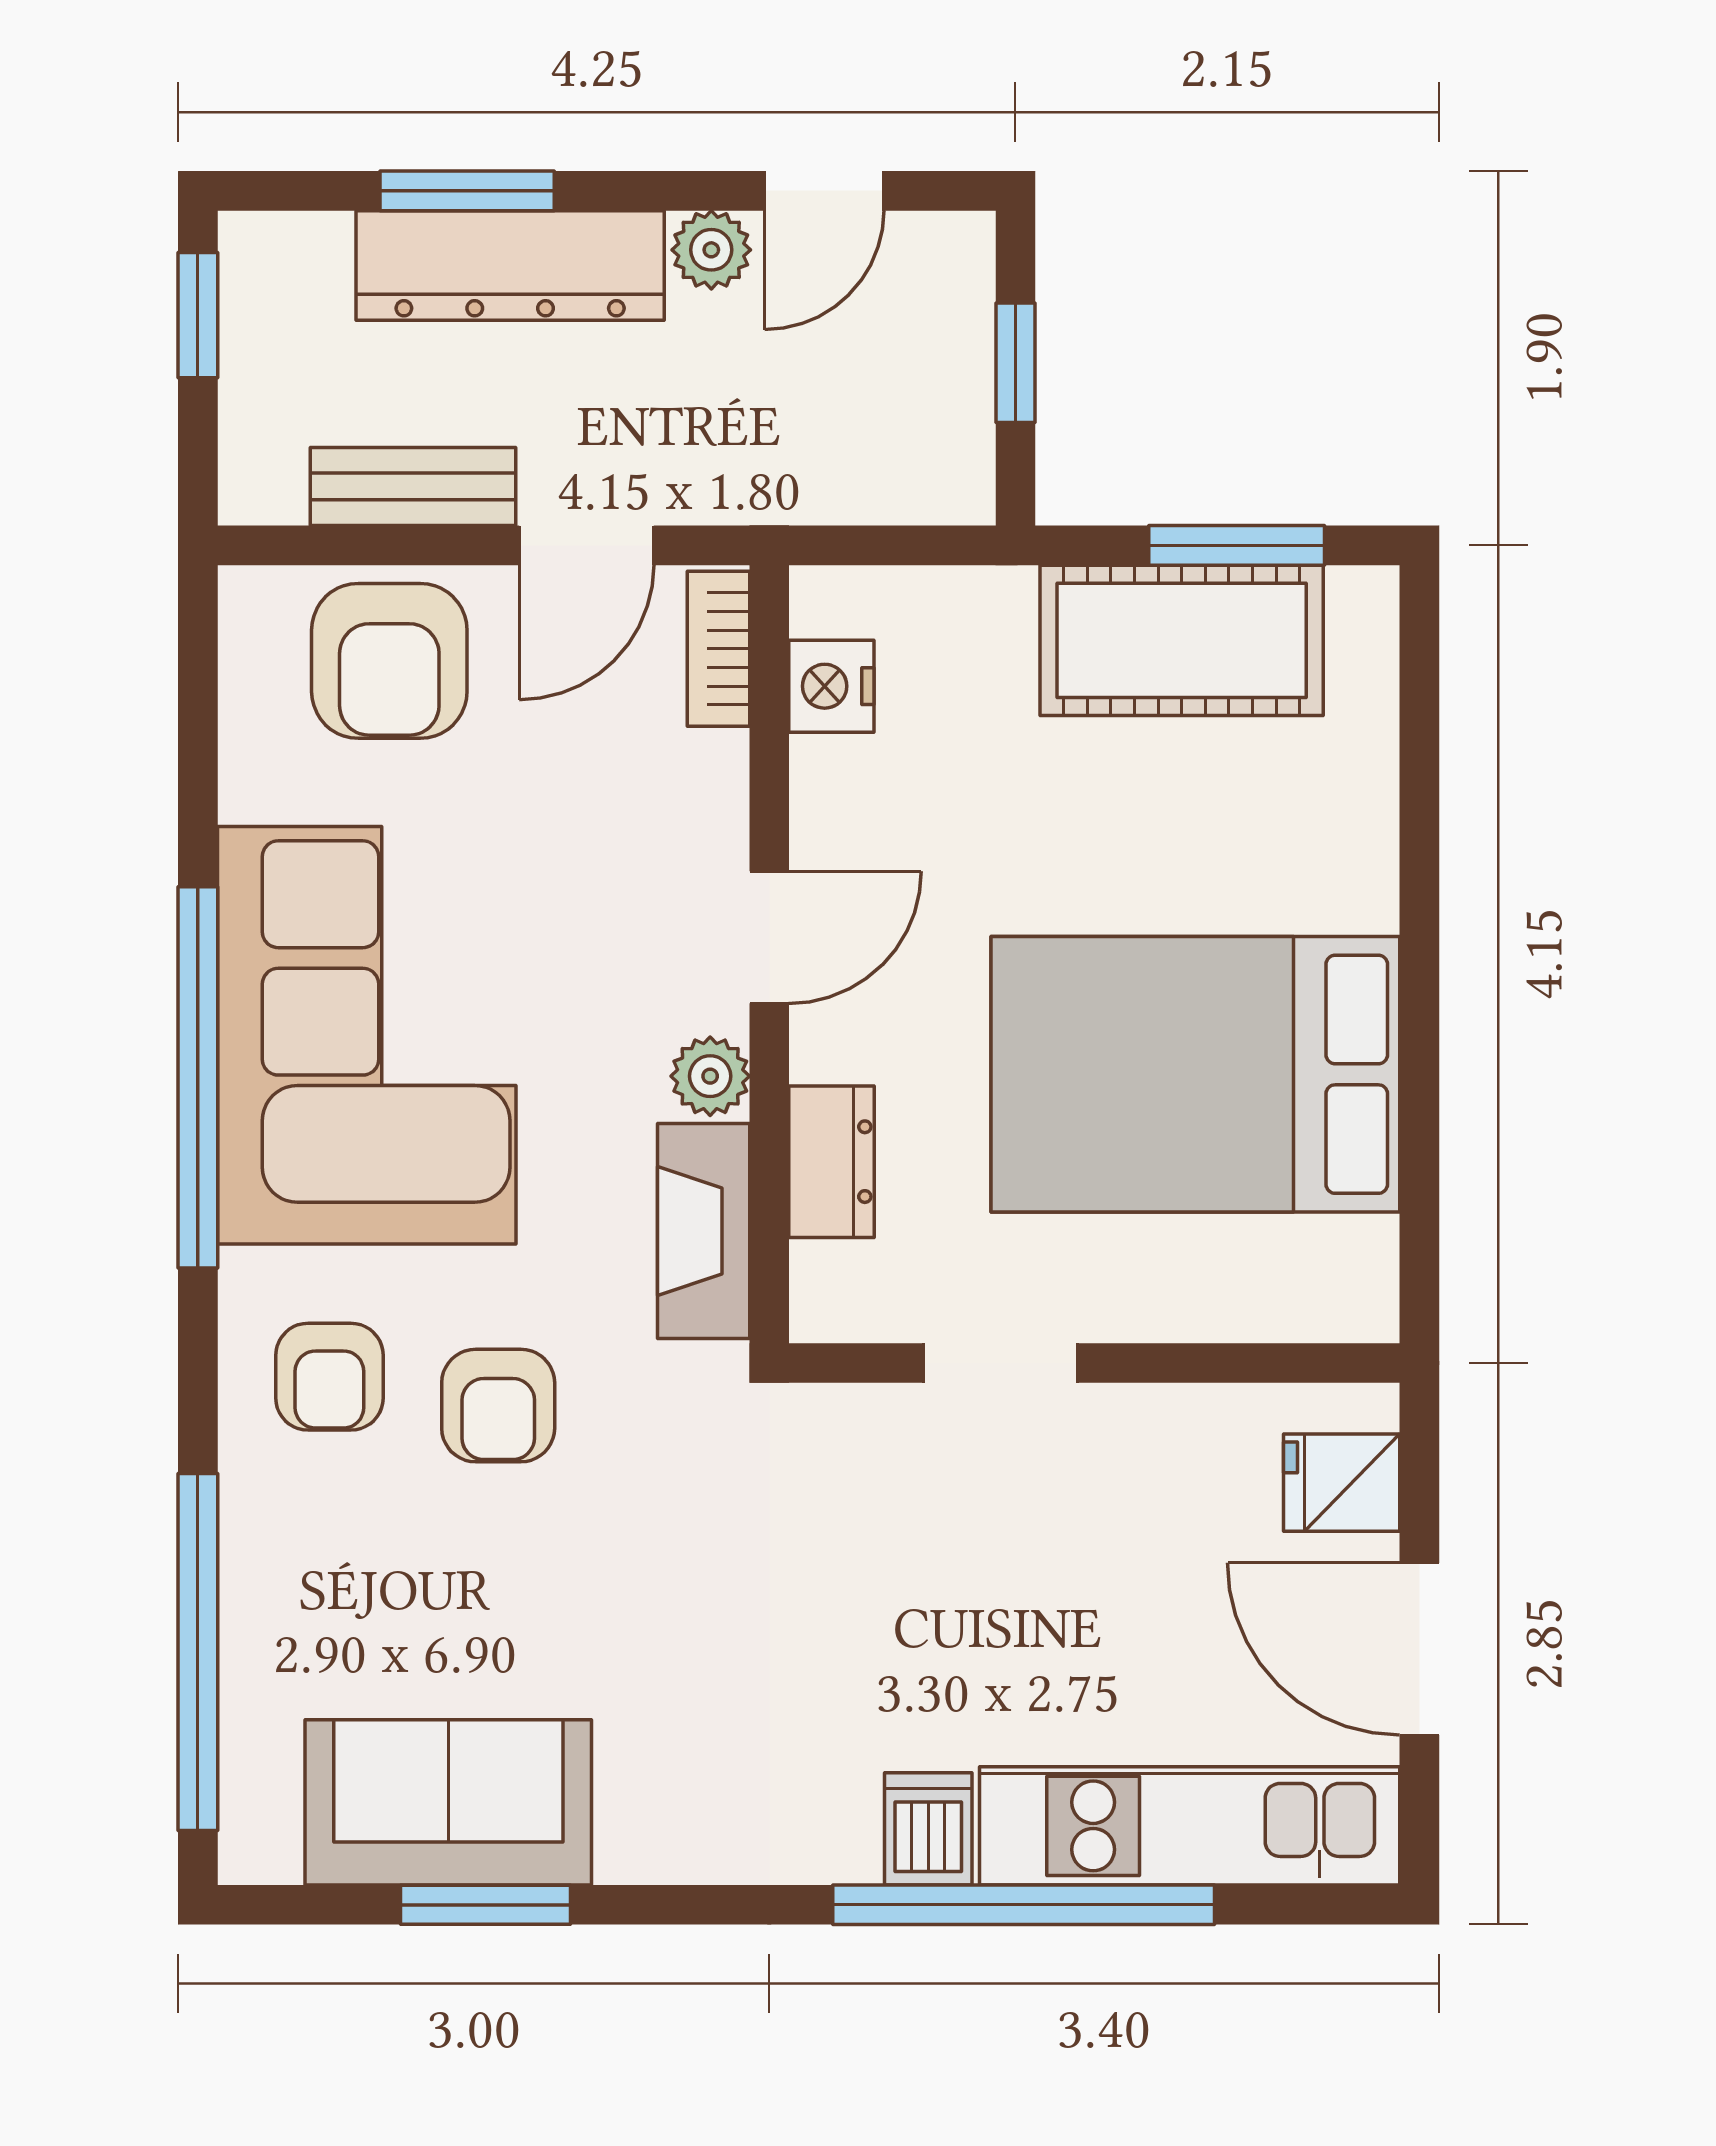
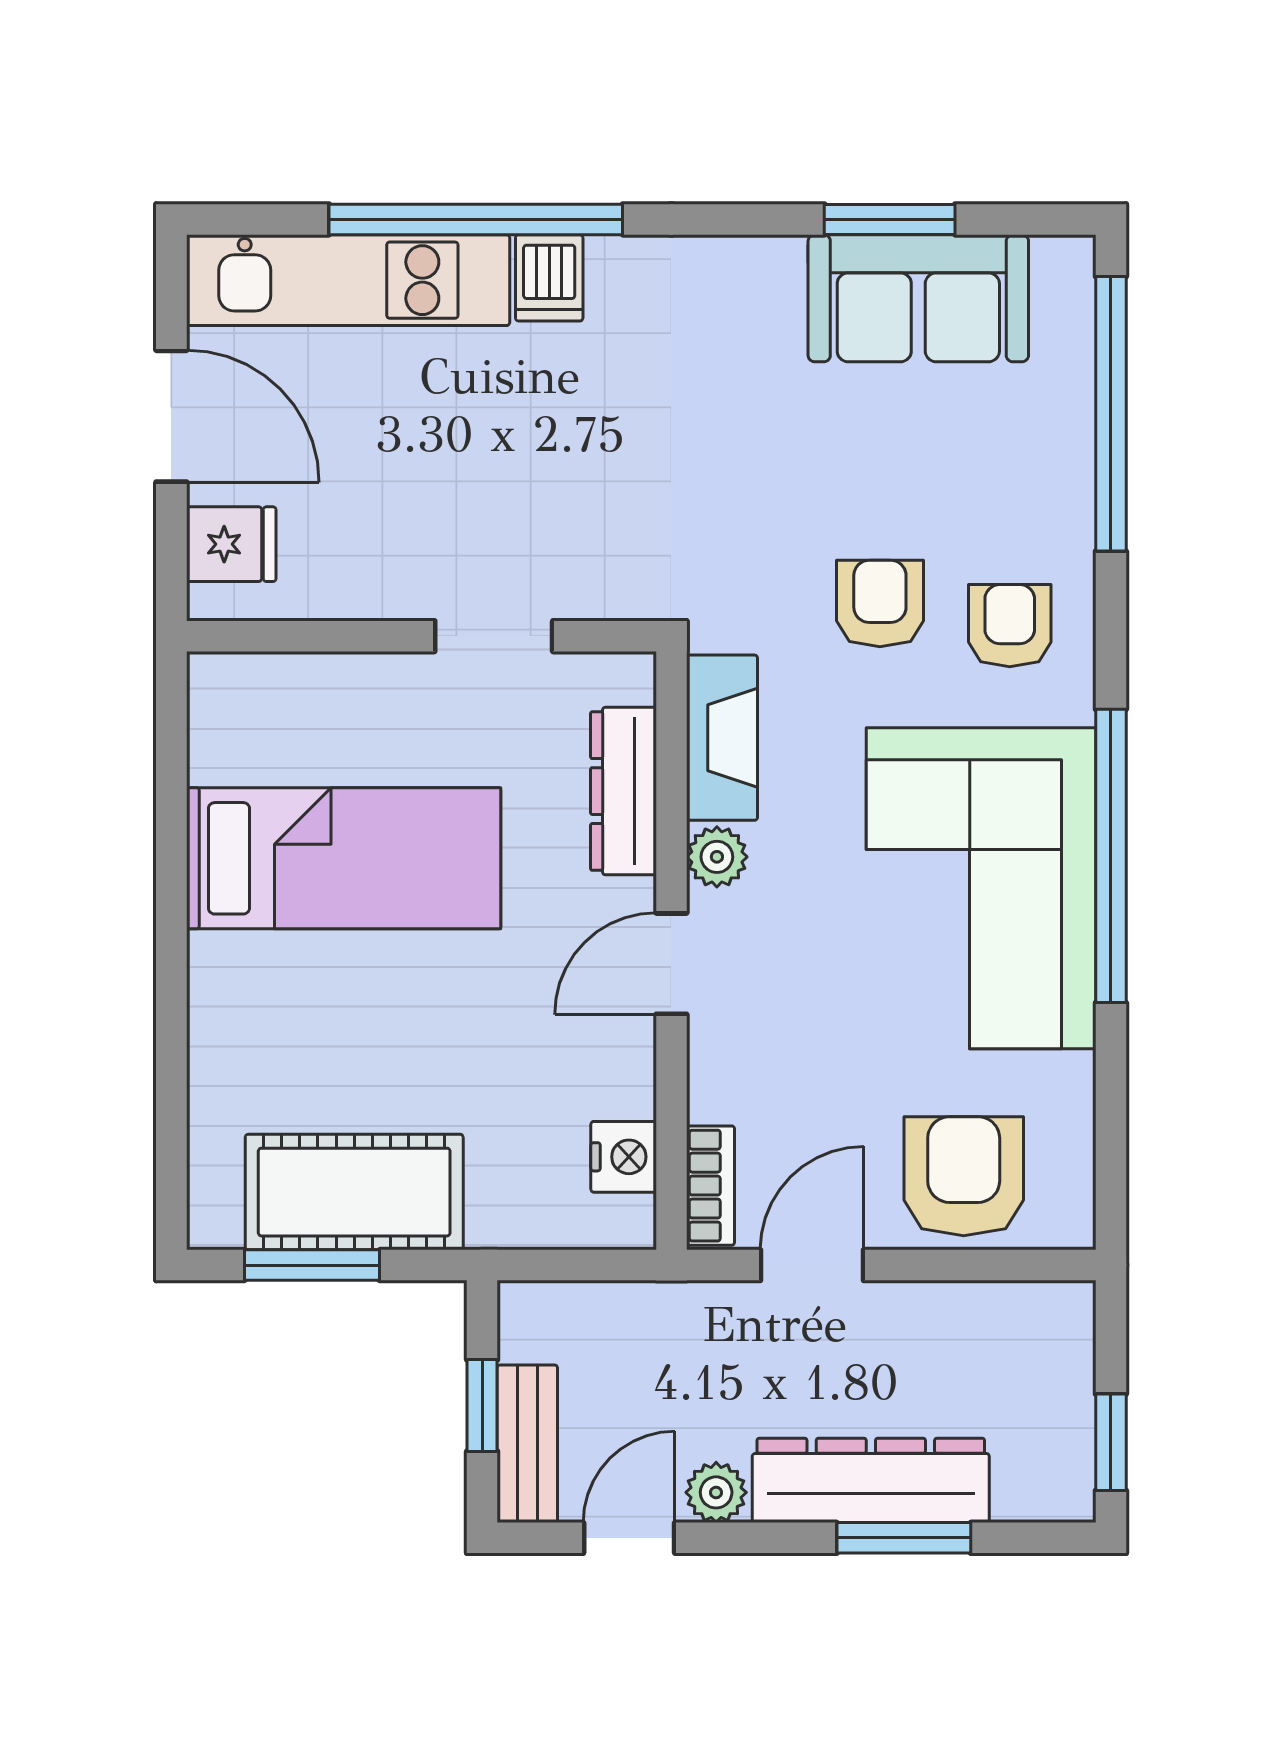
bench: (413, 487) -> (527, 1444), moved, turned 90
bed: (1195, 1074) -> (344, 858), width x0.67
dresser: (832, 1162) -> (624, 791), width x1.44

